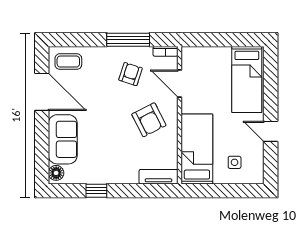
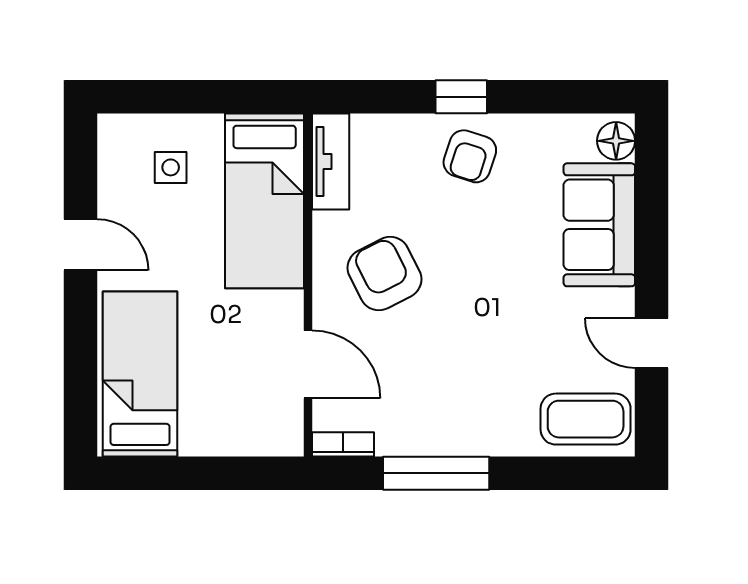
coffee table: (68, 62) -> (586, 419), width x1.36, depth x1.30
armchair: (131, 74) -> (470, 156), moved
door: (42, 92) -> (652, 343), width x0.53
tv unit: (158, 177) -> (331, 162), moved, turned -90
window: (96, 191) -> (461, 97), moved

